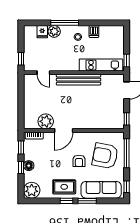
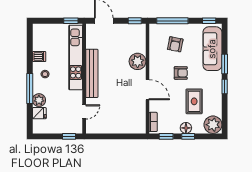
kitchen unit: (101, 65) -> (76, 57), width x1.36
plant: (46, 121) -> (138, 61), moved
armchair: (105, 156) -> (175, 44), width x0.53, depth x0.53
rug: (64, 187) -> (194, 101), moved

